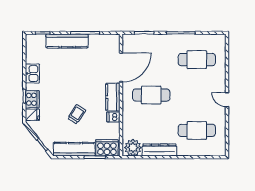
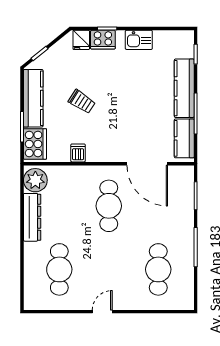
kitchen counter: (113, 97) -> (184, 138), moved, turned -90

